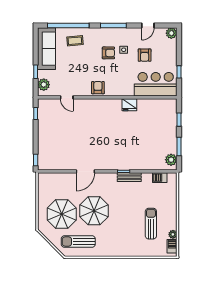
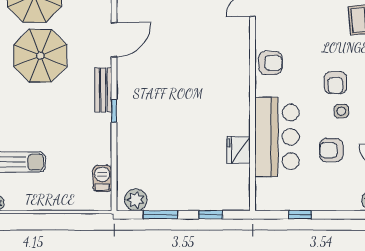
bar counter: (156, 84) -> (277, 137), moved
fridge: (129, 105) -> (239, 150), moved
door: (85, 171) -> (114, 40), swing flipped
bench: (129, 177) -> (103, 90), moved

